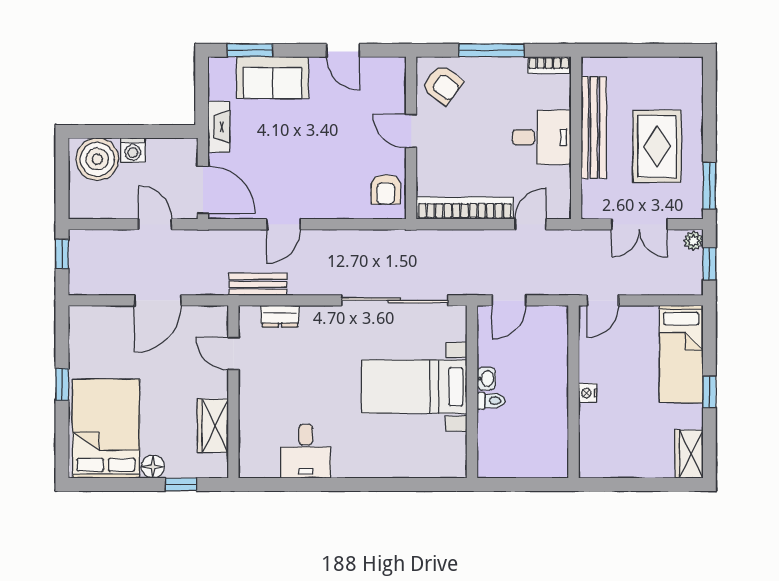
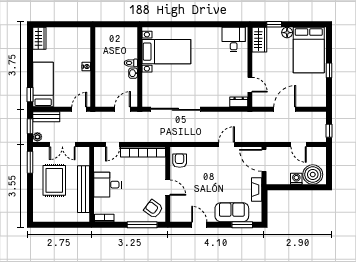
window: (491, 50) -> (142, 225), moved
door: (155, 224) -> (299, 144), moved
double door: (639, 224) -> (62, 144), swing flipped
bench: (258, 284) -> (46, 117), moved
dresser: (280, 316) -> (239, 102), moved
bed with nightstands: (414, 387) -> (166, 52), moved
window: (709, 392) -> (30, 95), moved
wardrobe: (213, 426) -> (259, 40), moved
desk: (306, 451) -> (234, 40), moved

